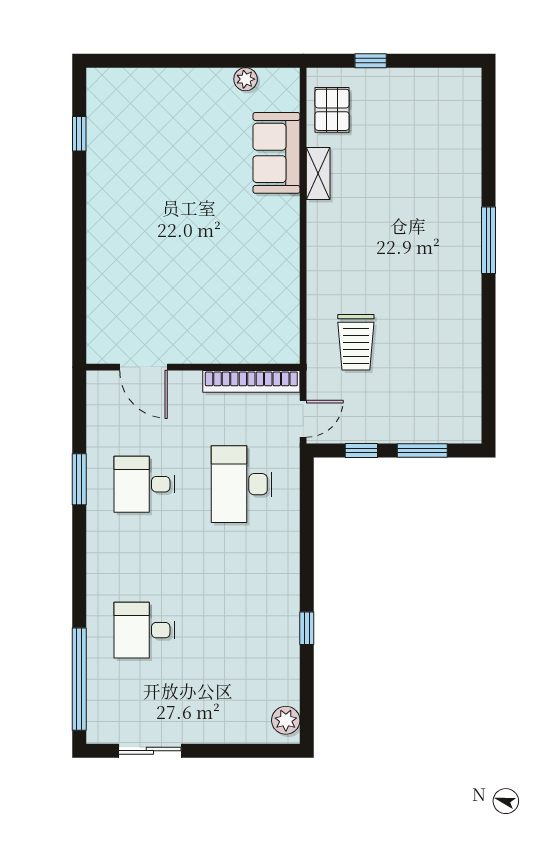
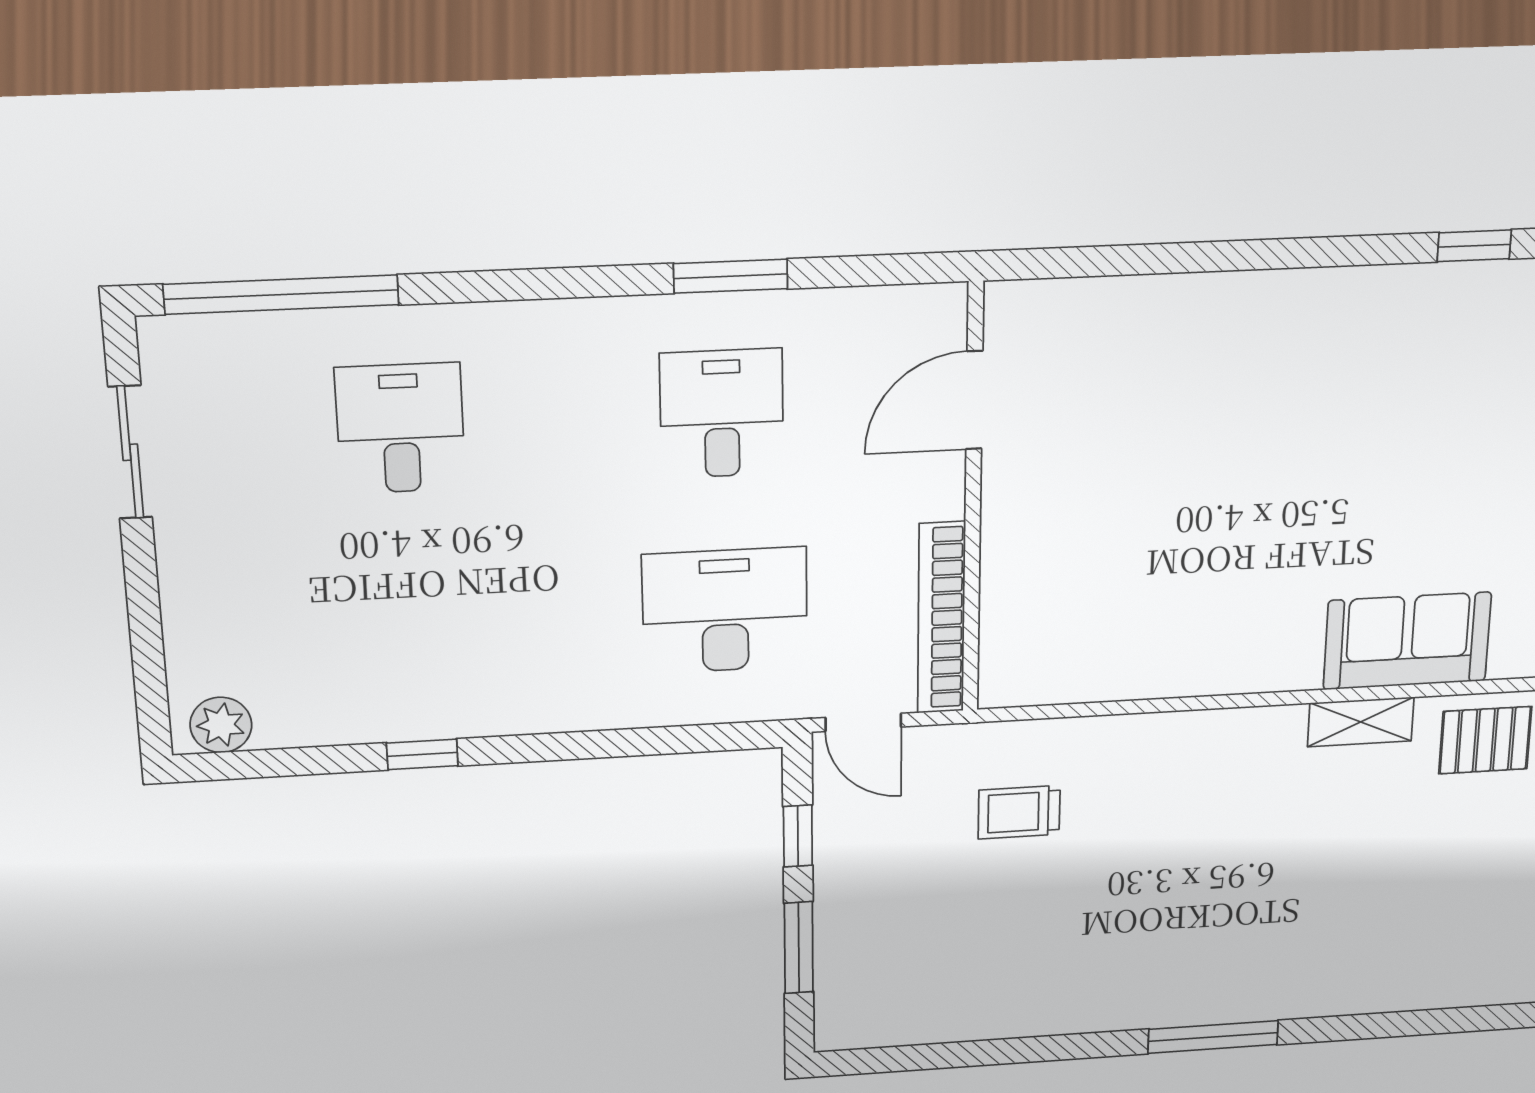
trolley: (356, 342) -> (1019, 812), width x0.73, depth x0.72

